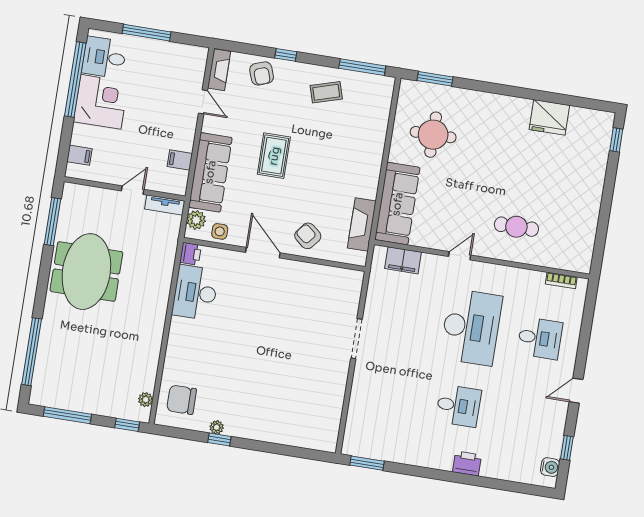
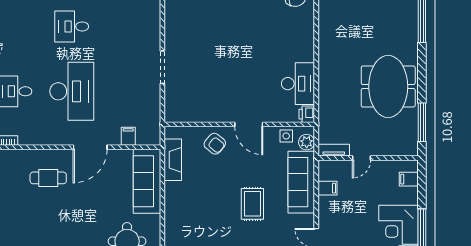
door: (460, 256) -> (90, 147), width x1.87
filing cabinet: (403, 260) -> (128, 136), width x0.50
desk: (471, 327) -> (72, 91), turned 180

